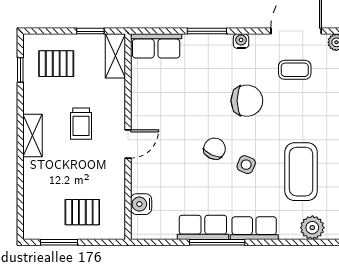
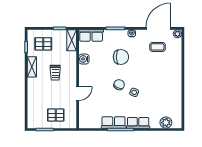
chair: (247, 101) -> (121, 57), moved
shelving: (32, 136) -> (32, 67), moved
door: (128, 144) -> (78, 94), moved
coffee table: (301, 172) -> (160, 96), removed
water cooler: (141, 204) -> (84, 59), moved

